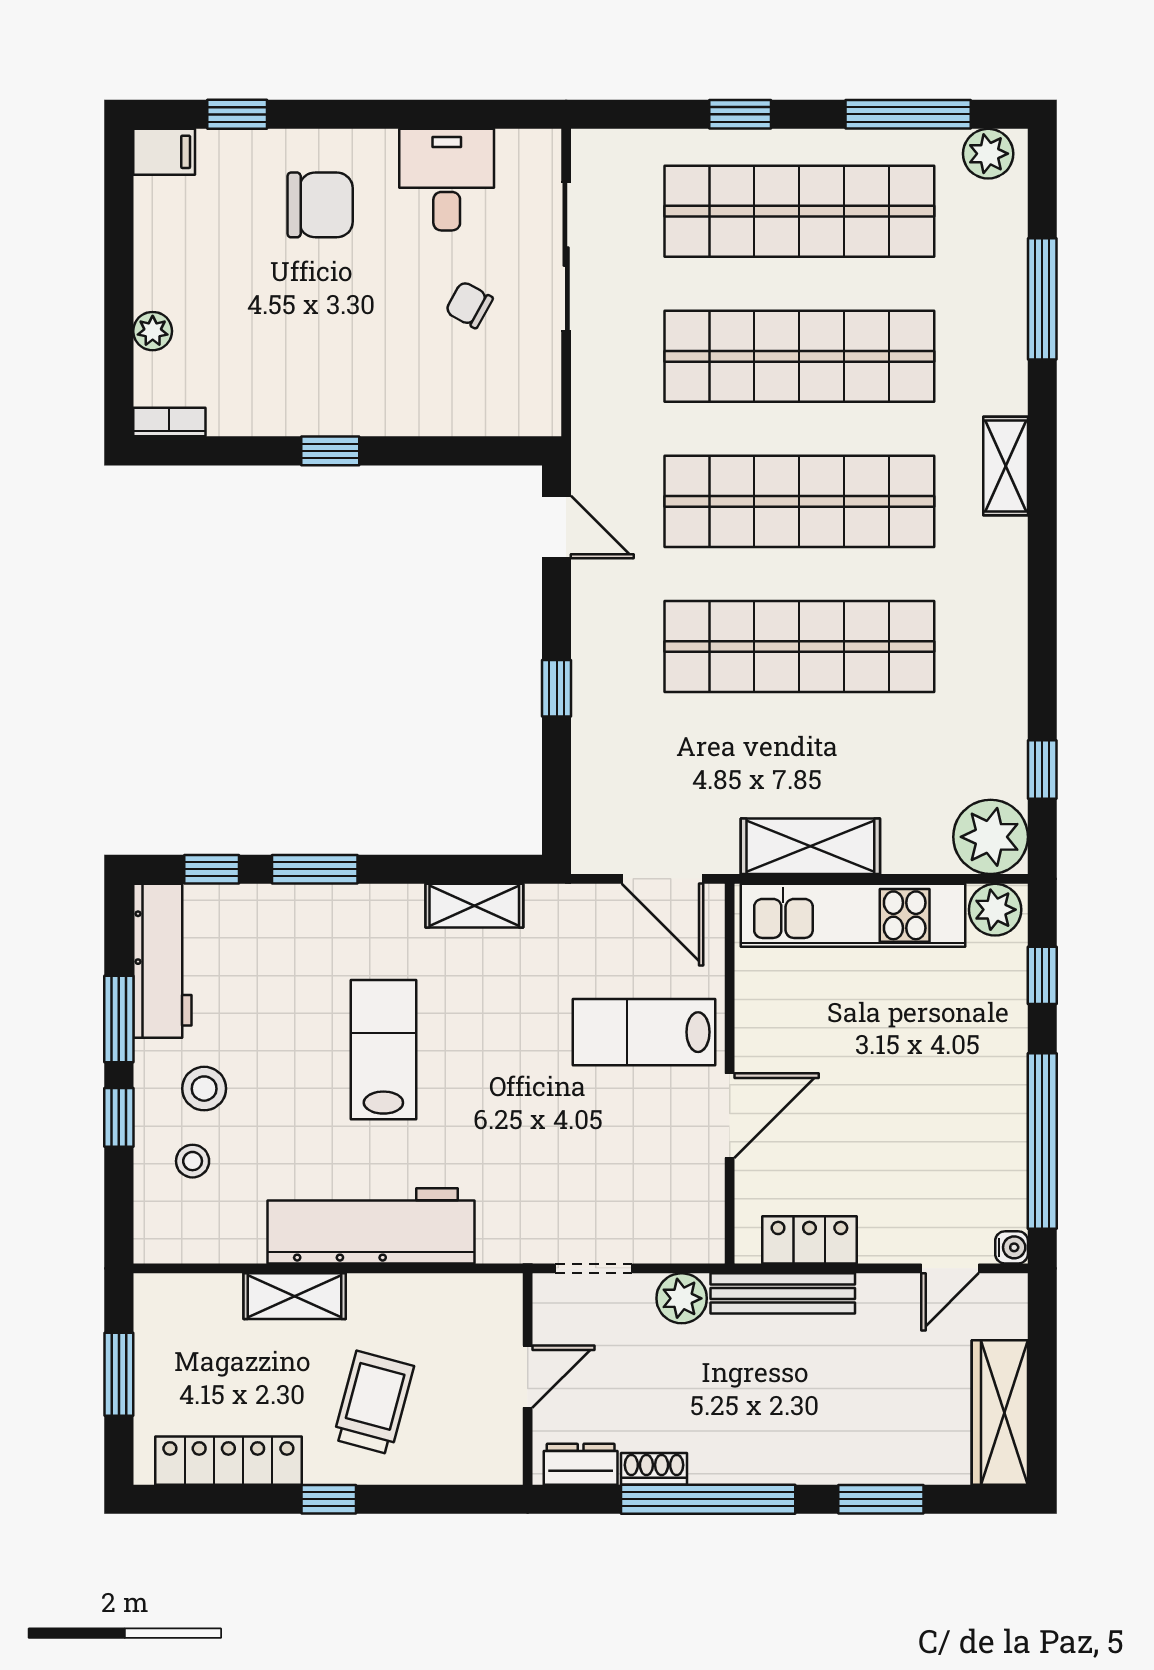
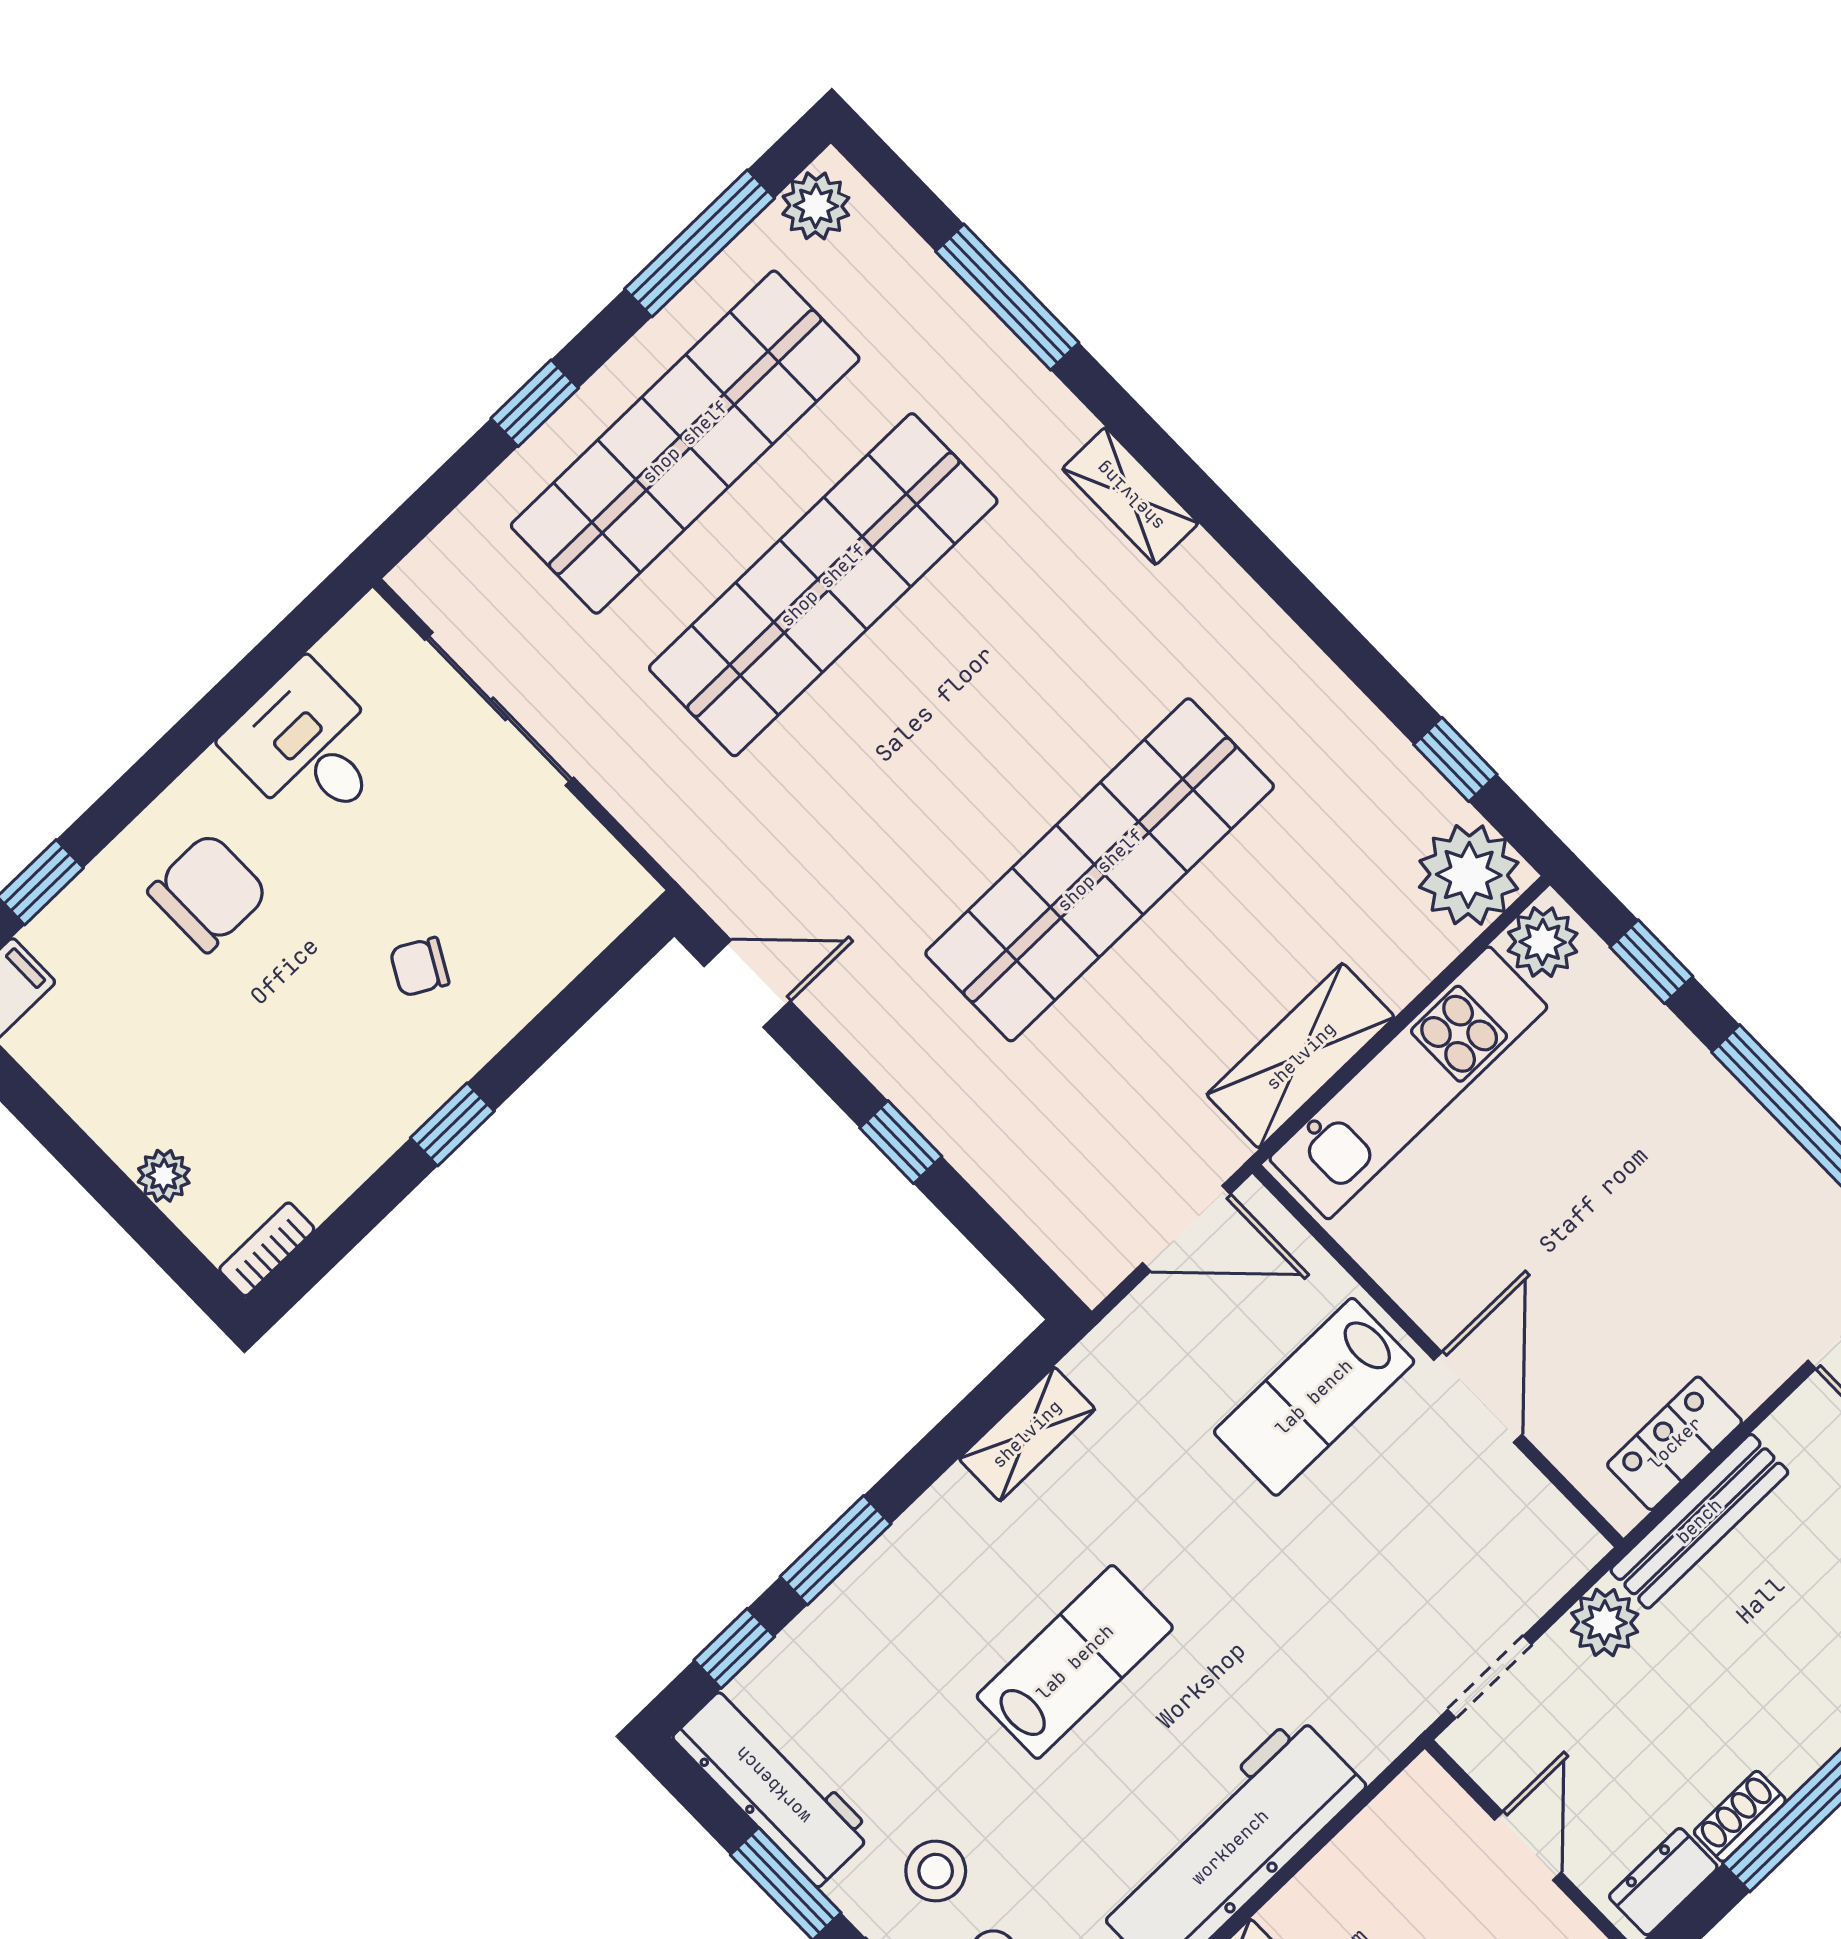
chair: (469, 305) -> (419, 967), moved
shop shelf: (799, 501) -> (961, 727), removed
lab bench: (383, 1050) -> (1075, 1662), turned 90

